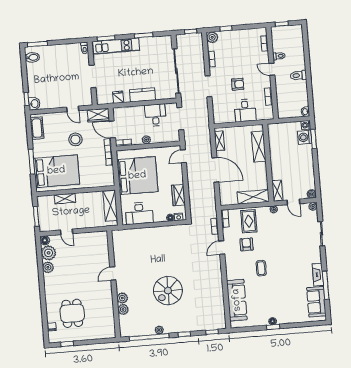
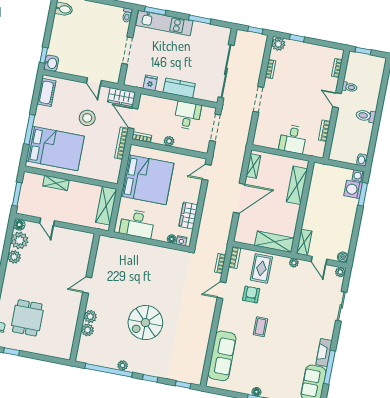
armchair: (238, 84) -> (293, 106), removed
door: (215, 170) -> (239, 198), hinge flipped

